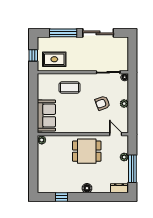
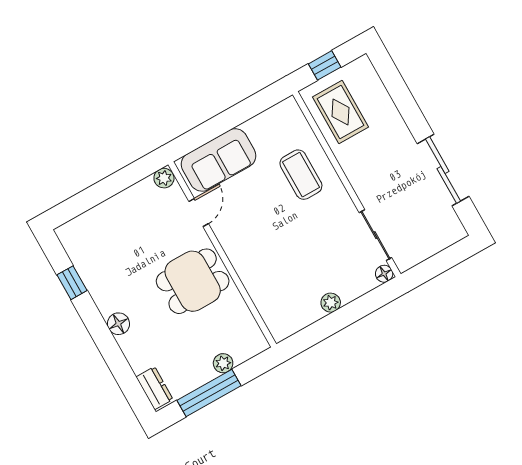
window: (63, 33) -> (404, 100), removed
armchair: (103, 103) -> (307, 259), removed
door: (116, 134) -> (199, 212), moved
dining table: (87, 151) -> (193, 281), turned 90

